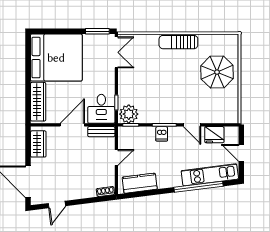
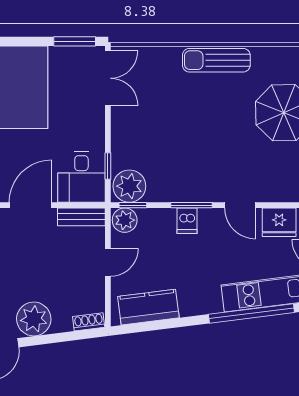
plant: (126, 133) -> (125, 220), added
plant: (74, 190) -> (34, 319), added

